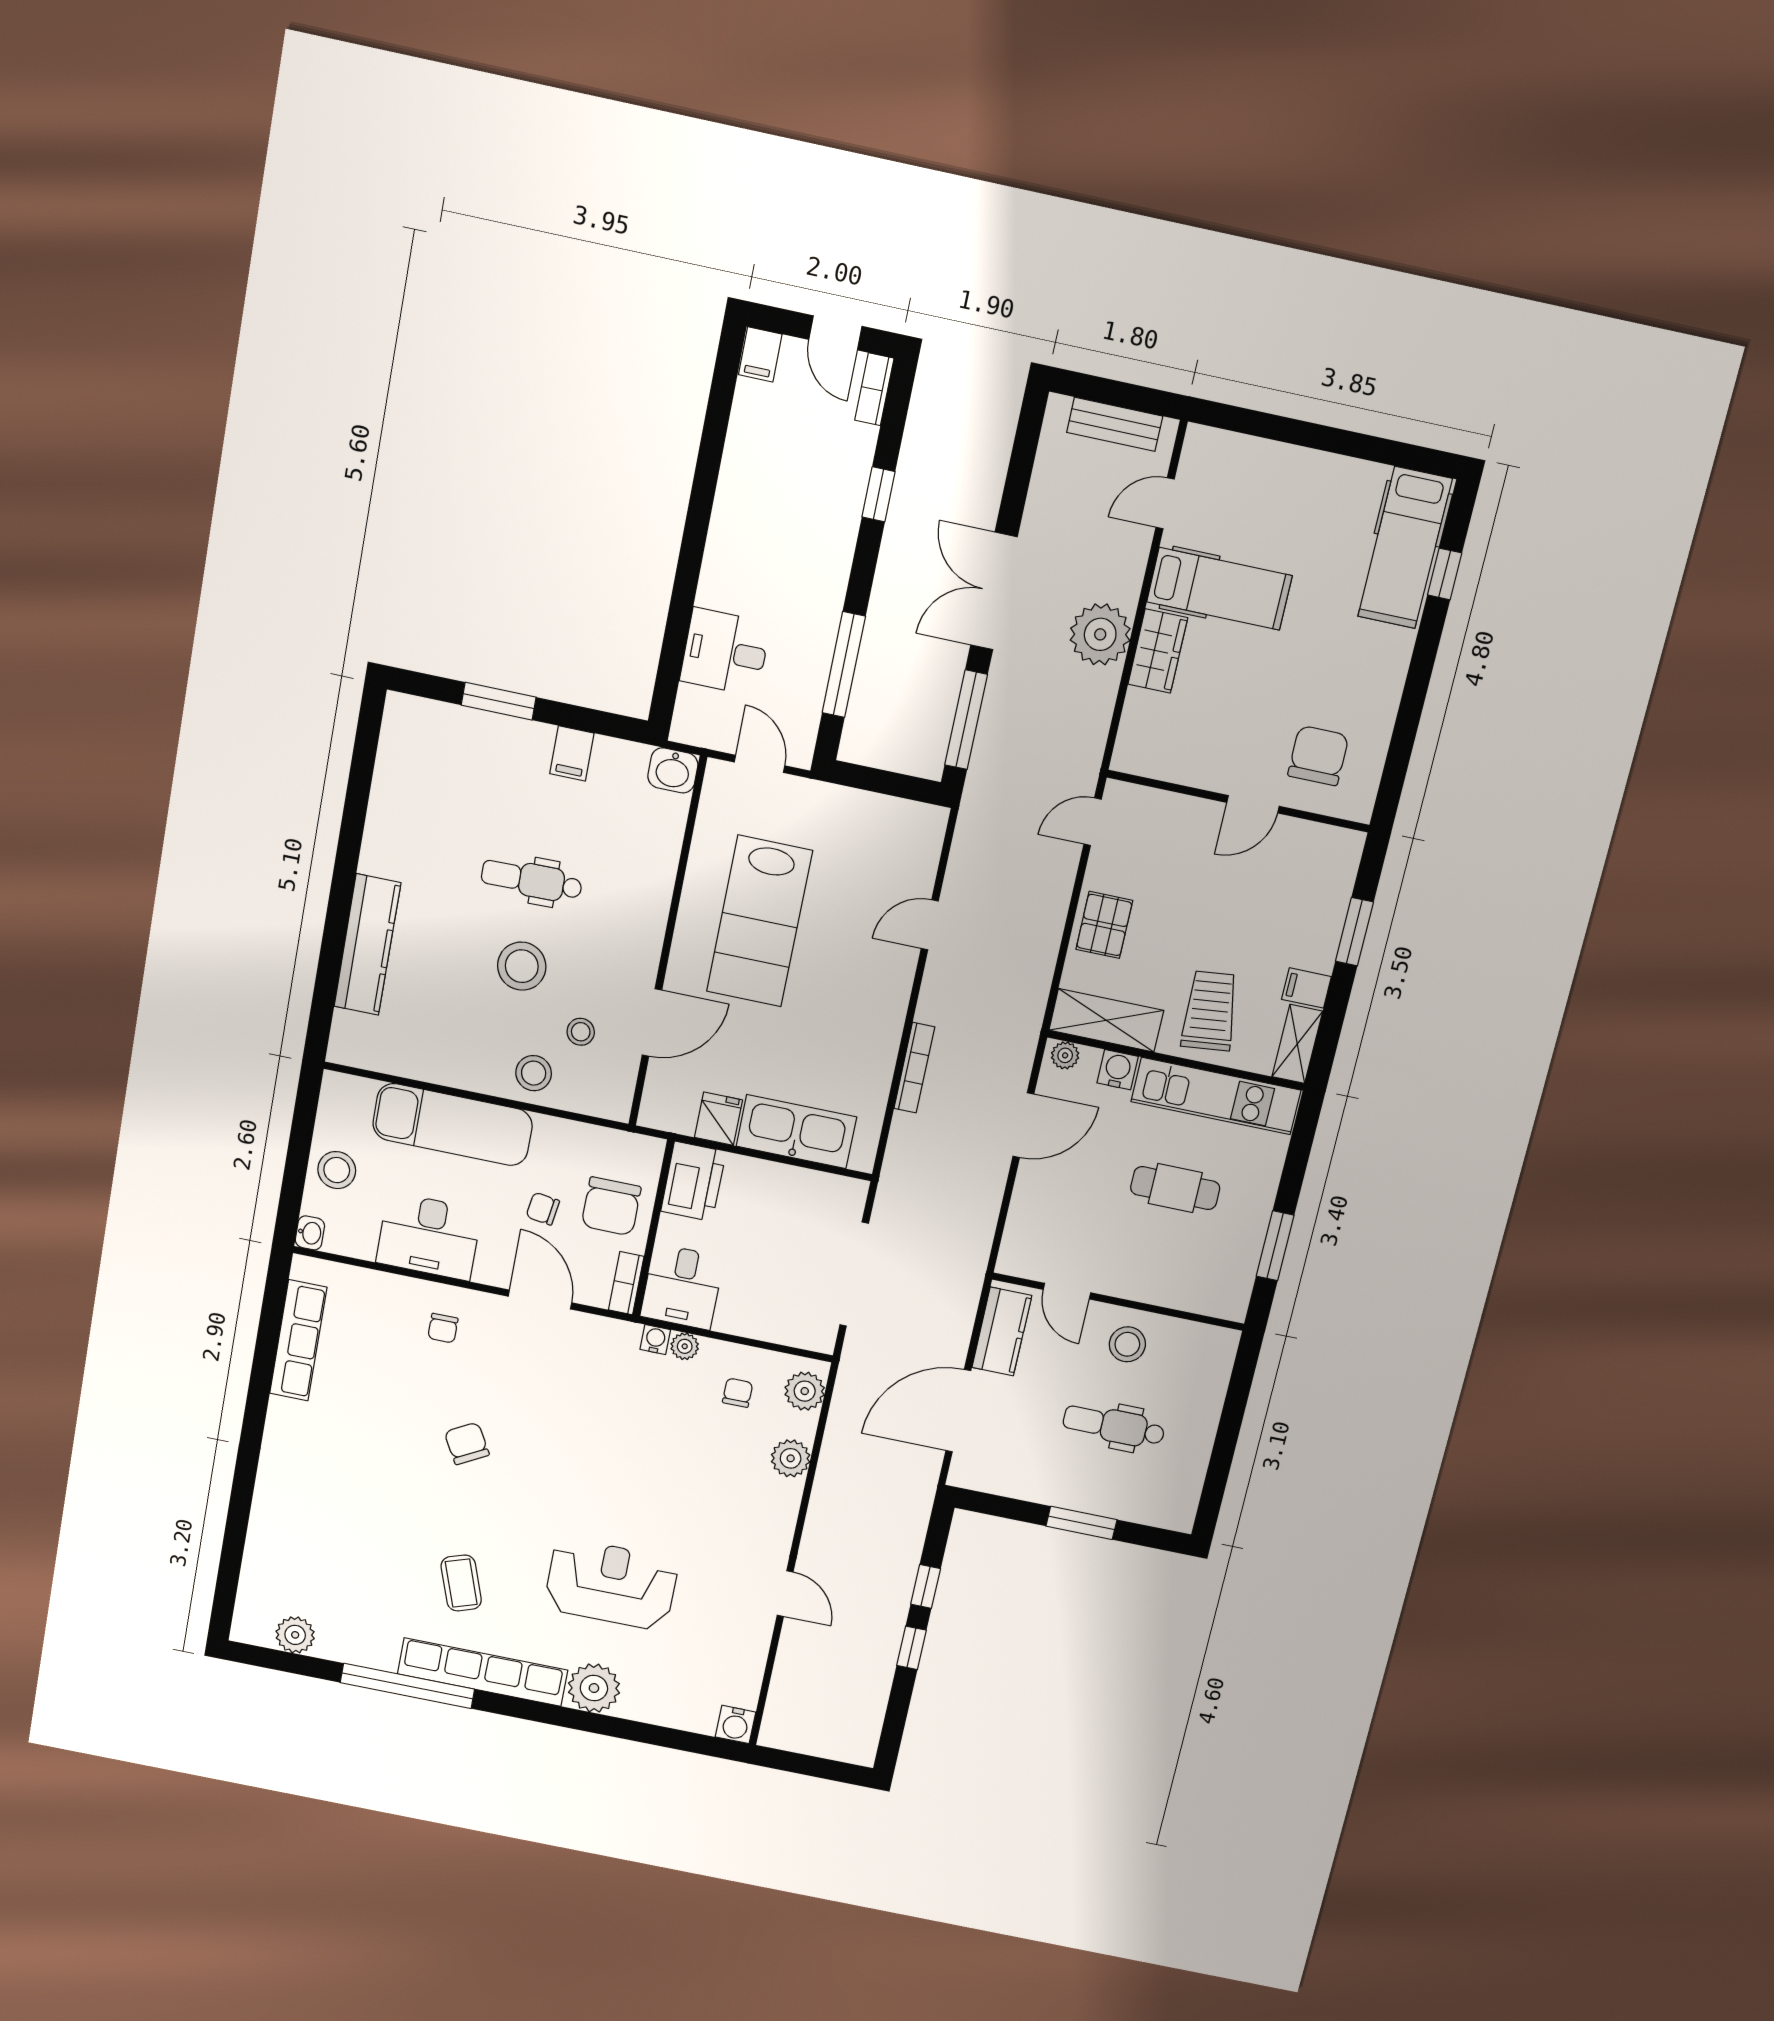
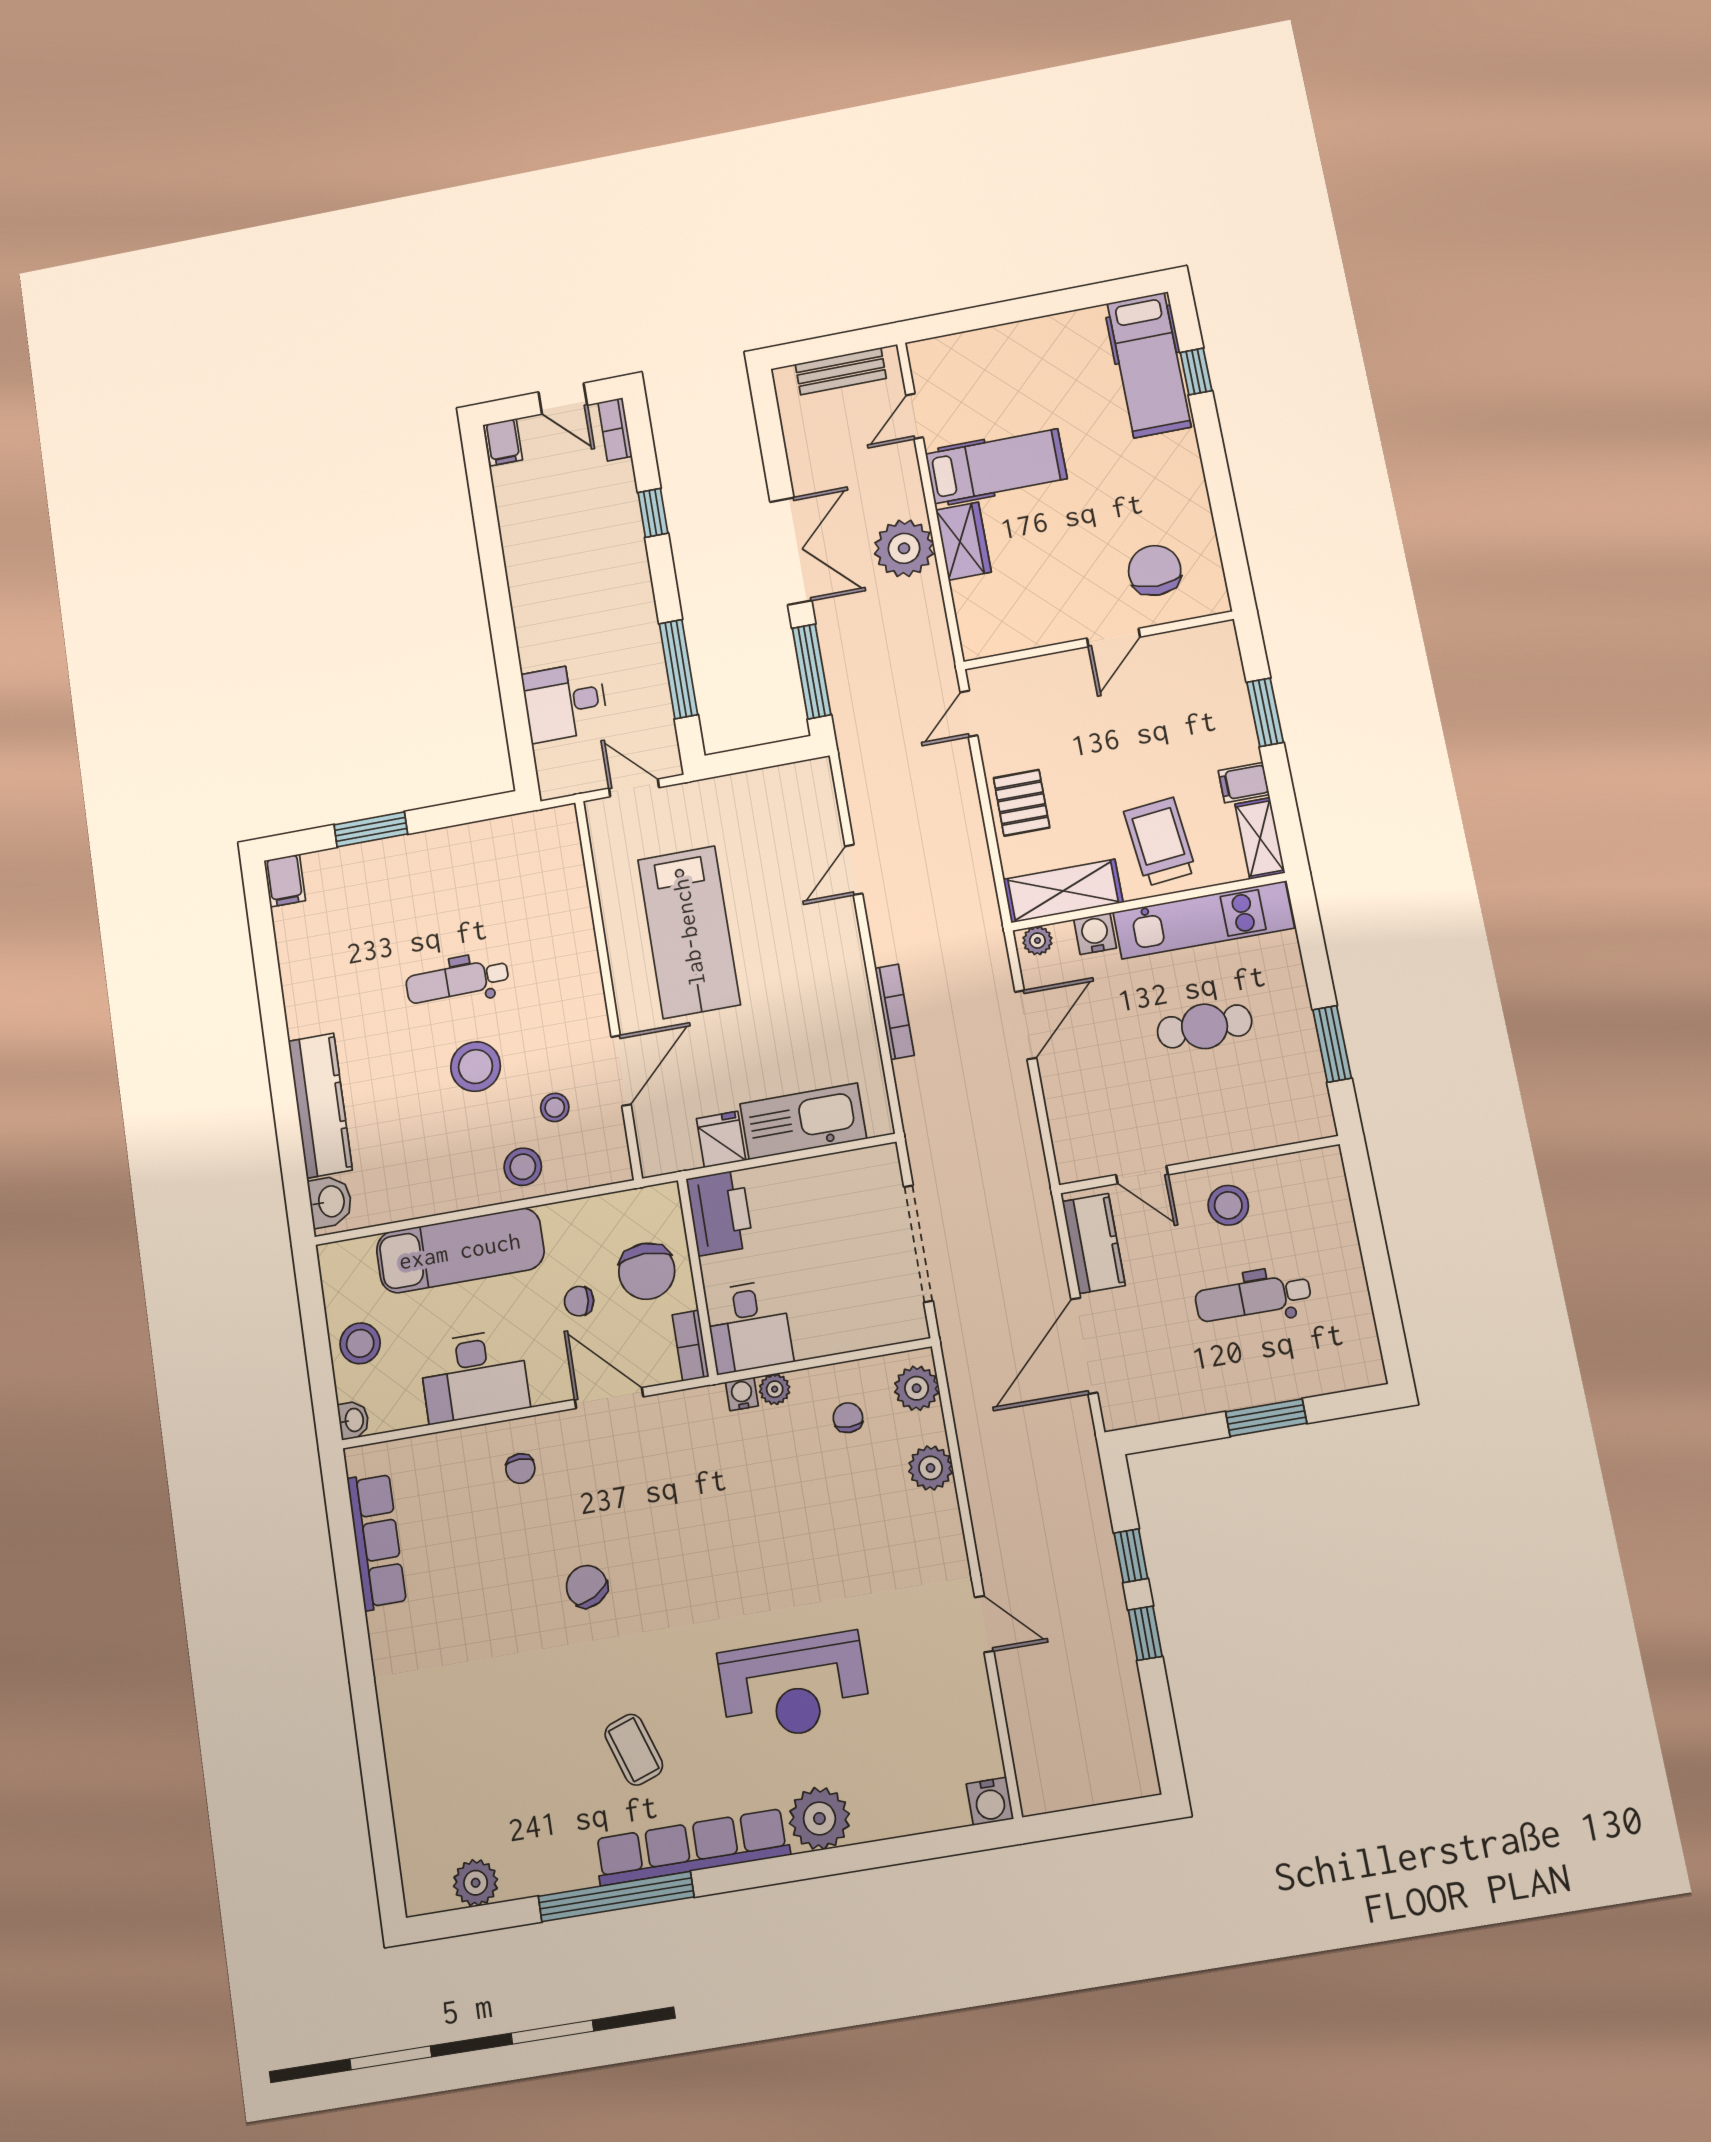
double door: (994, 591) -> (791, 551), swing flipped
filing cabinet: (572, 753) -> (285, 881), moved
washbasin: (673, 770) -> (330, 1202), moved, turned -90
reception desk: (611, 1584) -> (794, 1687), turned 180

